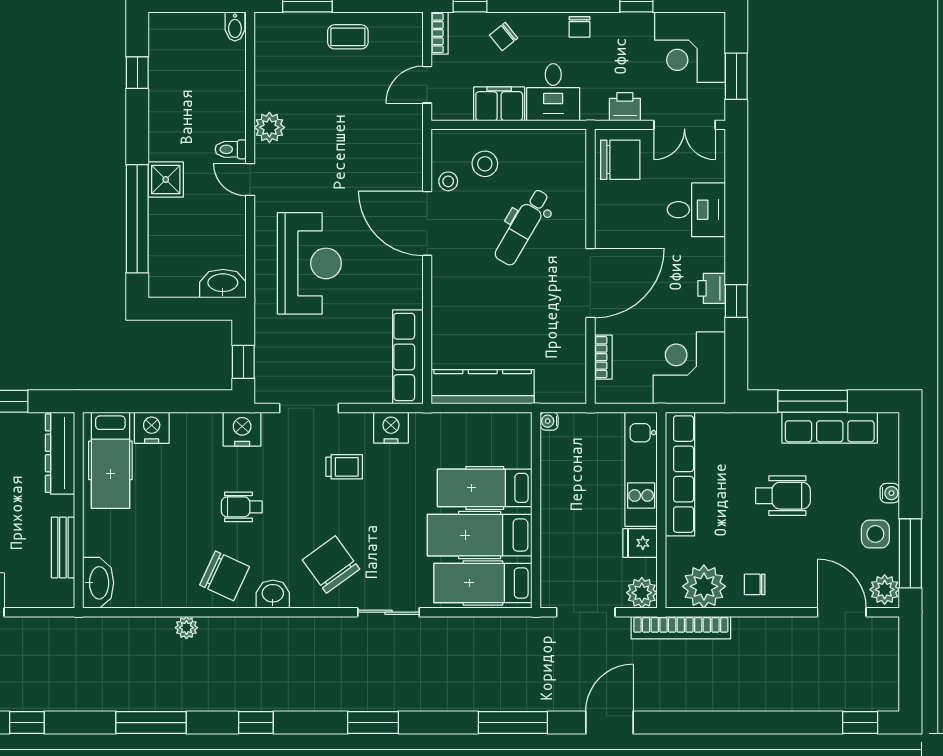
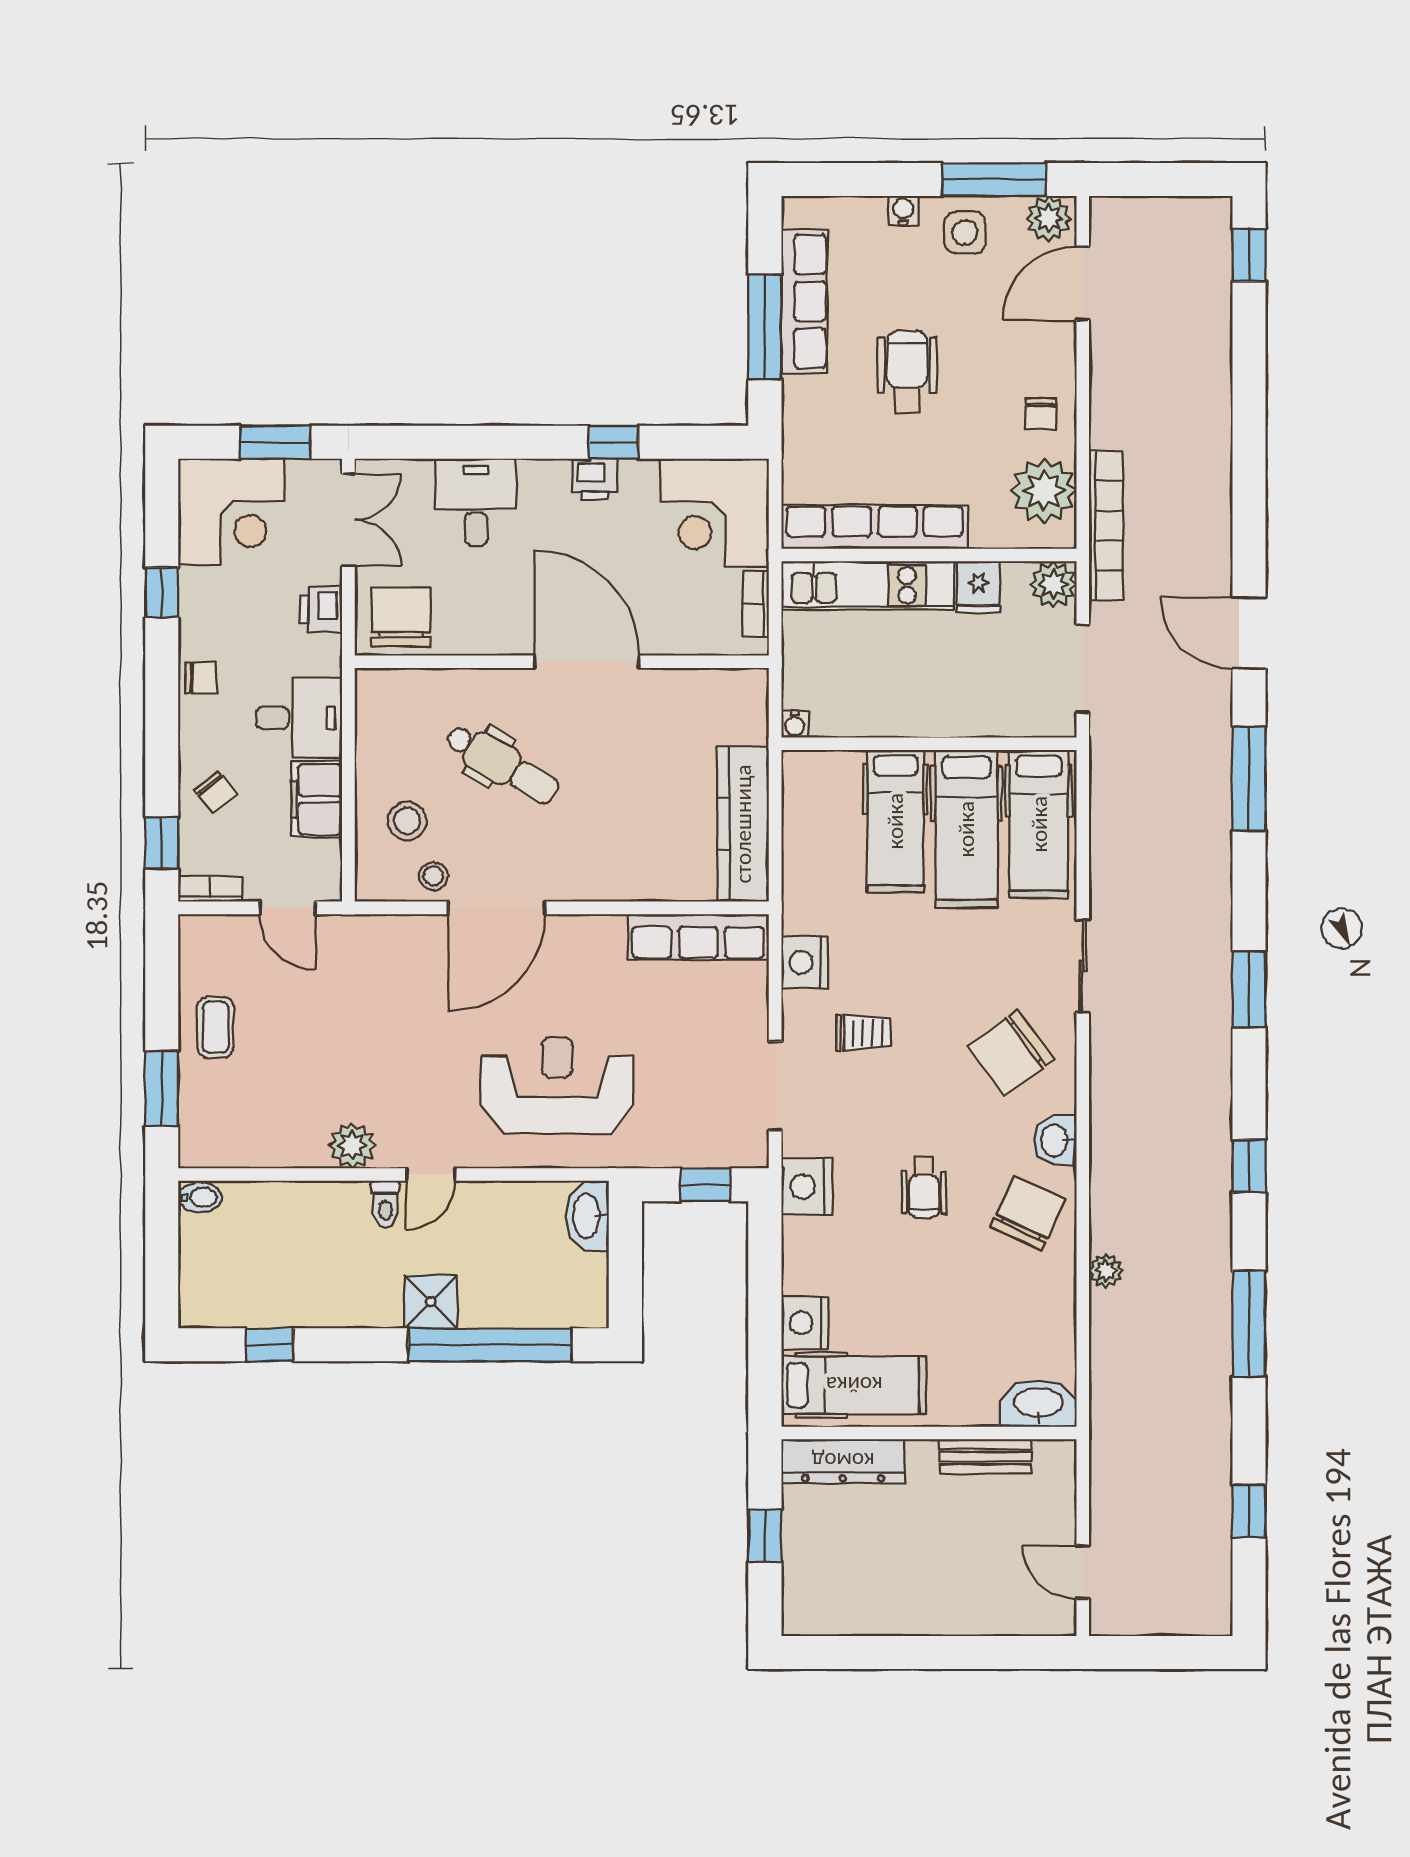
bookcase: (603, 357) -> (756, 604), moved, turned -90
trolley: (344, 467) -> (864, 1033), turned 90

